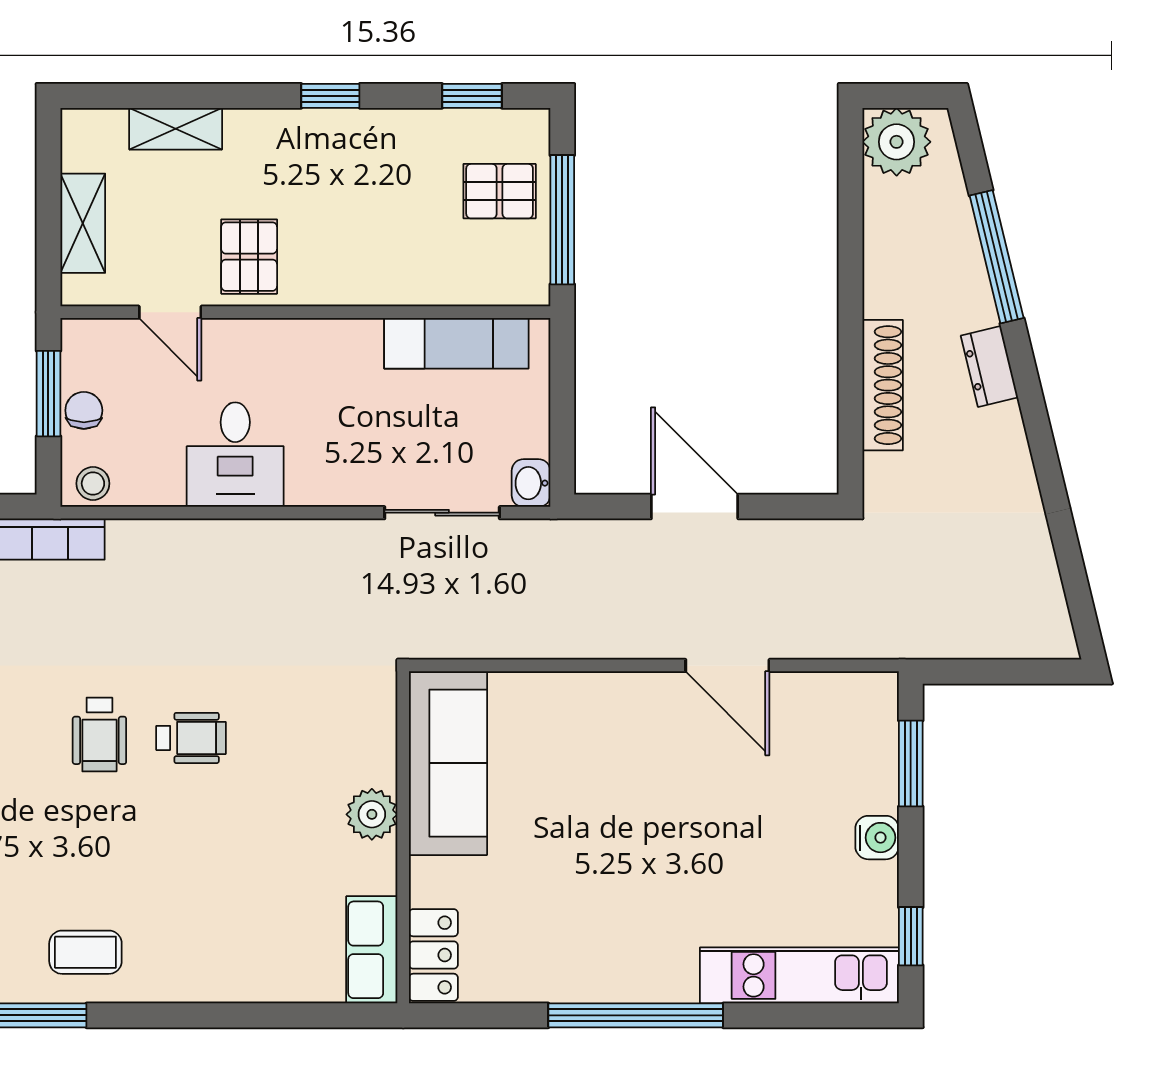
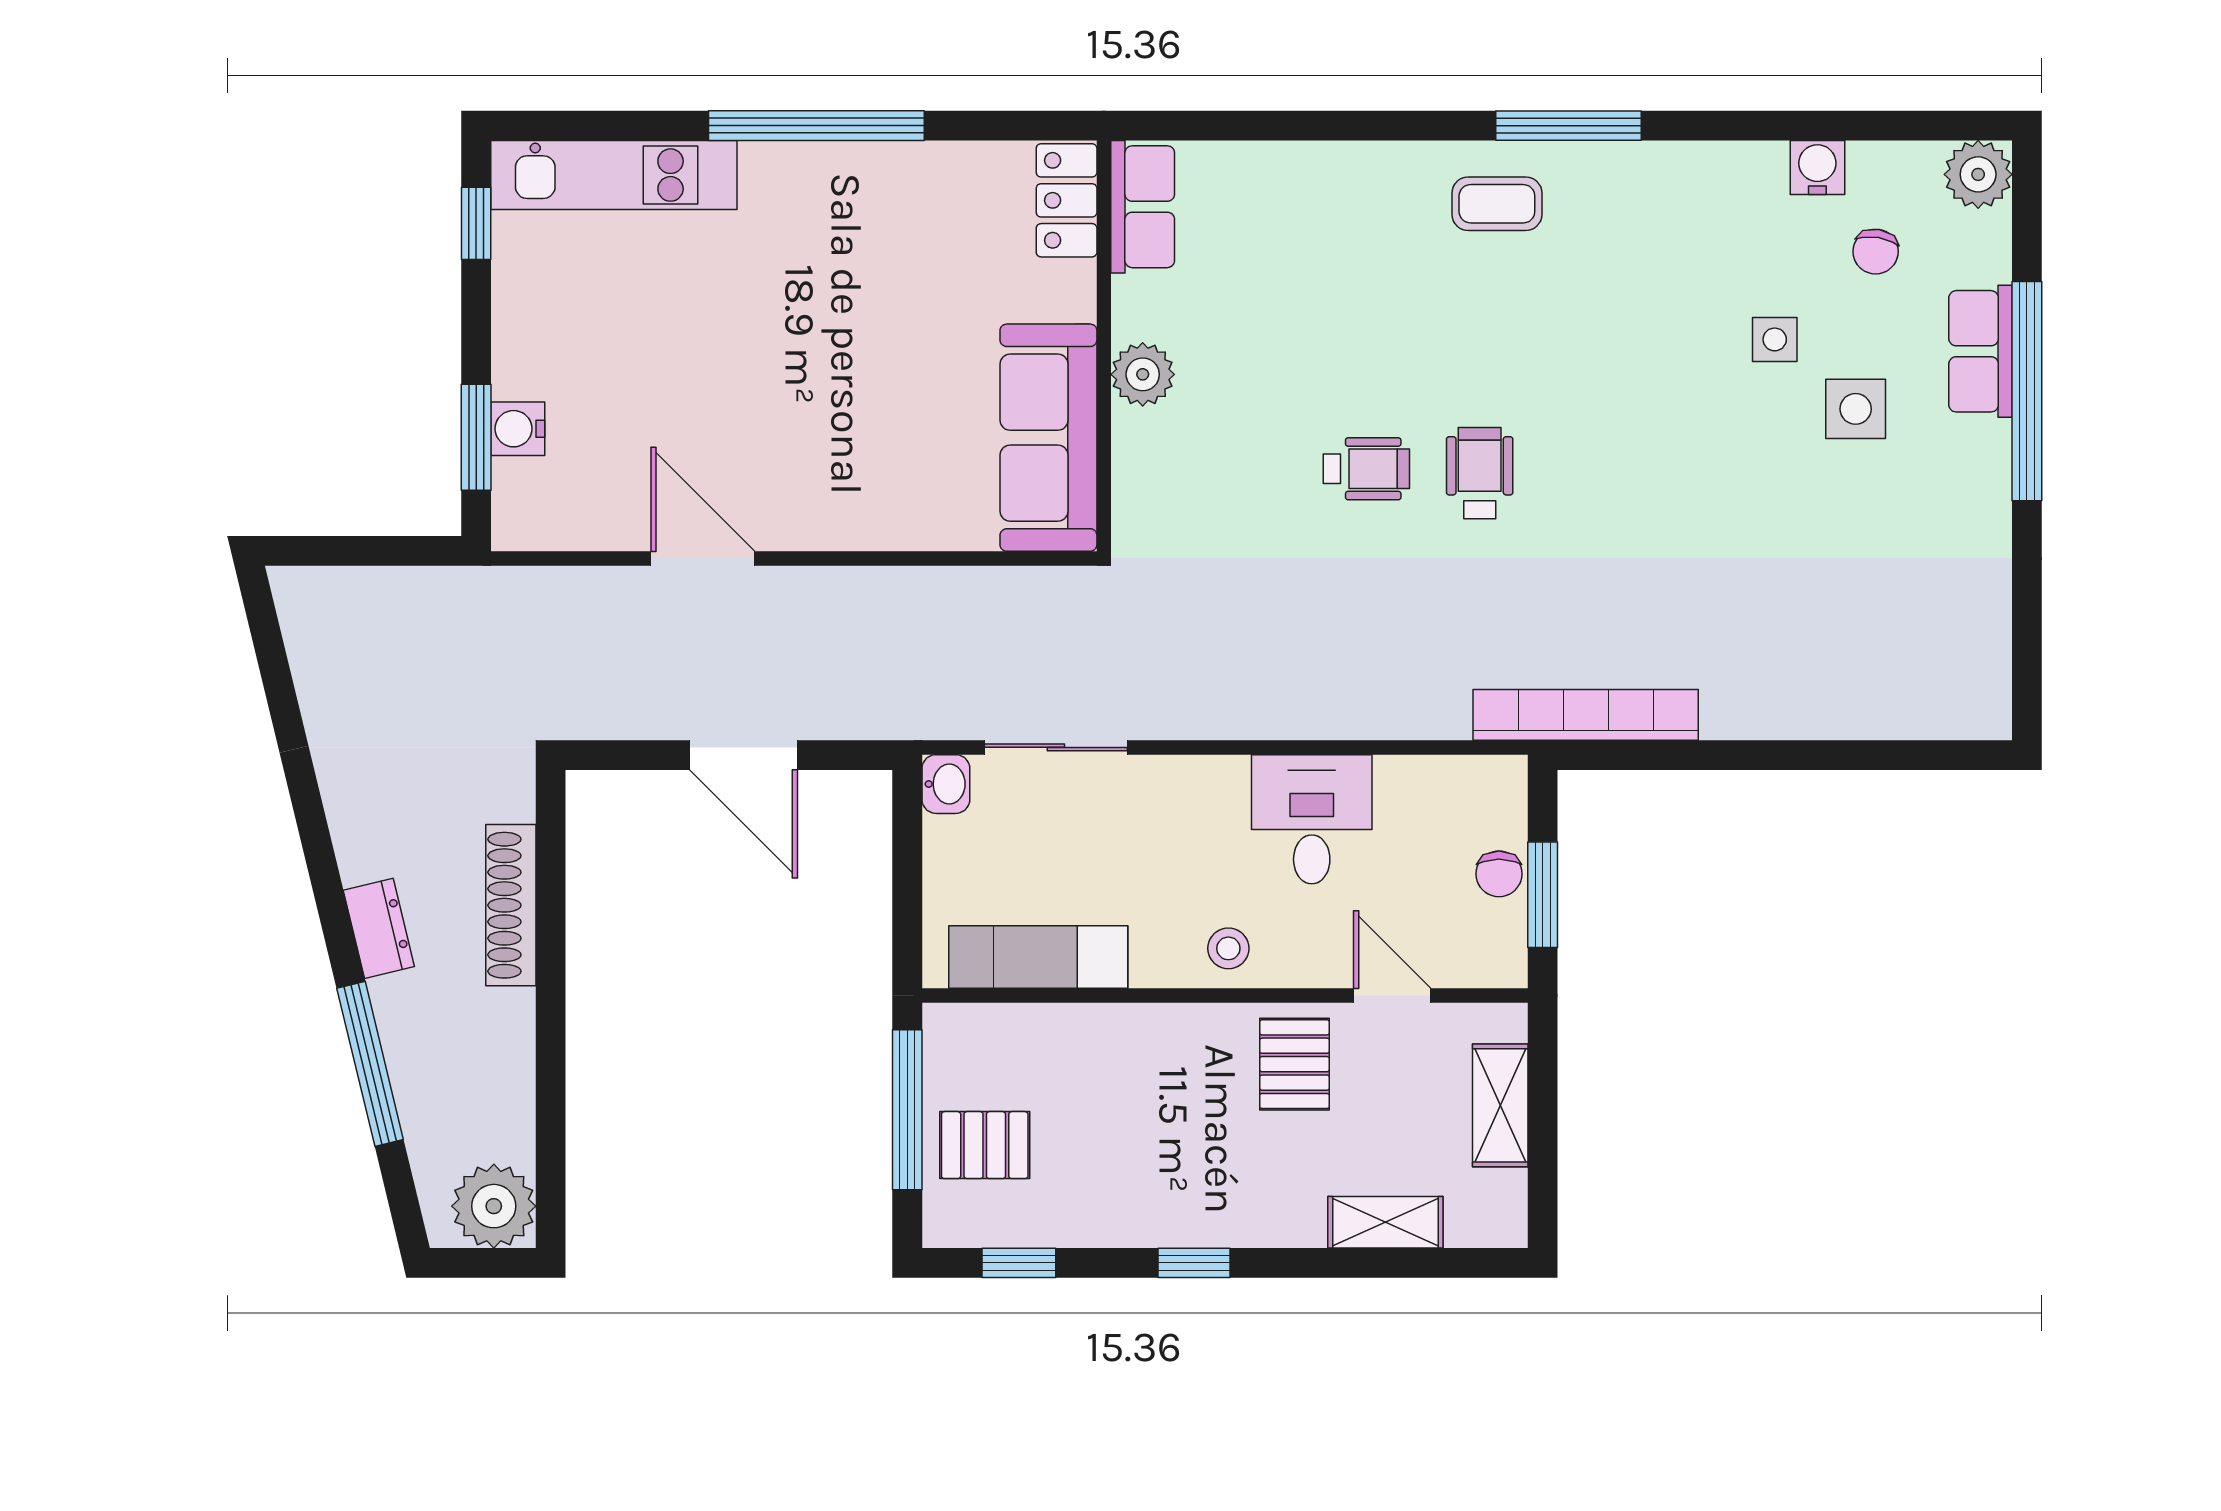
stool: (93, 483) -> (1228, 948), moved
wheelchair: (191, 738) -> (1366, 469), turned 180
water cooler: (877, 838) -> (518, 429), moved

